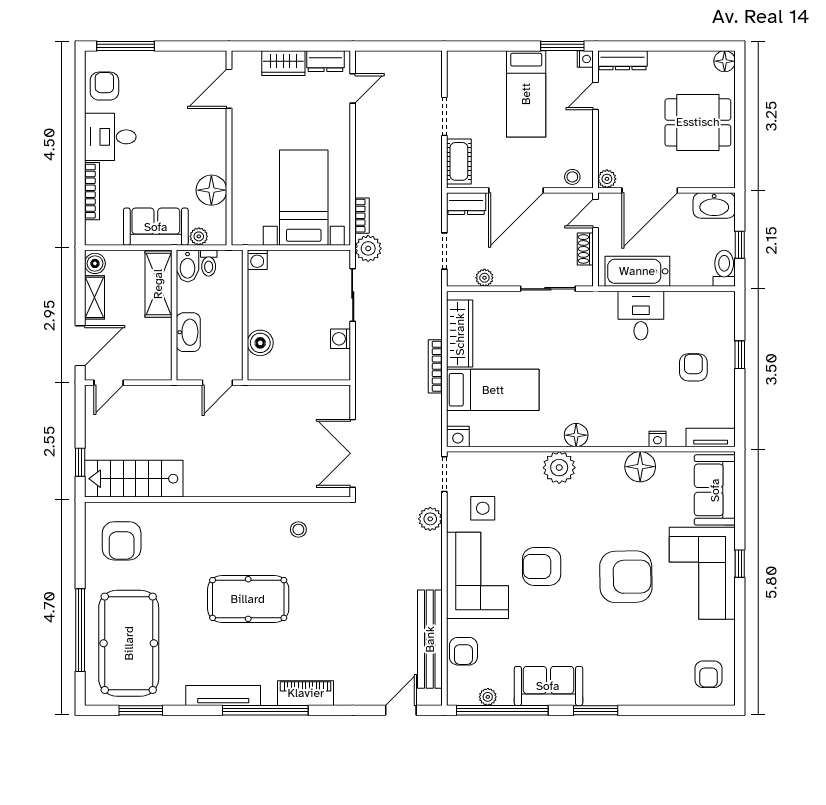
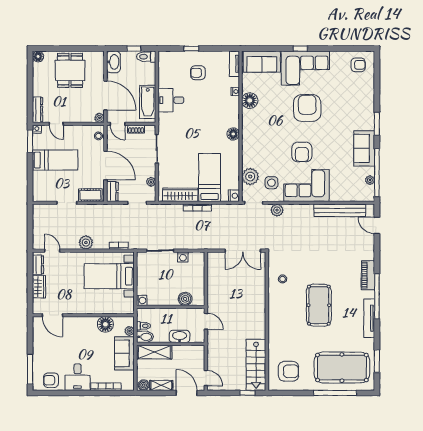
plant: (368, 248) -> (86, 243), moved
plant: (559, 468) -> (250, 177), moved
armchair: (463, 651) -> (346, 193), removed

